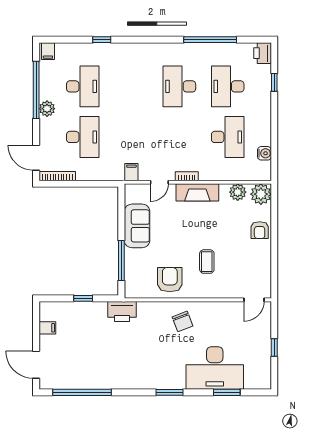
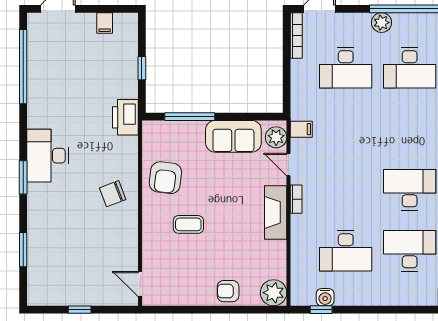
window: (274, 82) -> (321, 310), moved
plant: (238, 192) -> (276, 137), moved
armchair: (170, 280) -> (165, 178), turned 97
desk: (215, 368) -> (48, 156), moved, width x0.73, depth x0.77

